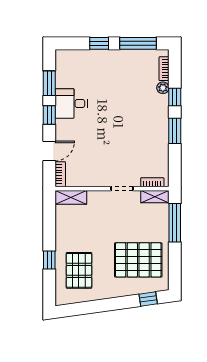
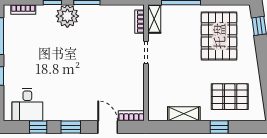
window: (49, 83) -> (38, 127), width x0.67
plant: (163, 88) -> (67, 16), moved, width x1.87, depth x1.87
desk: (71, 103) -> (27, 105), moved
shelving: (71, 197) -> (184, 114), moved, turned 90

